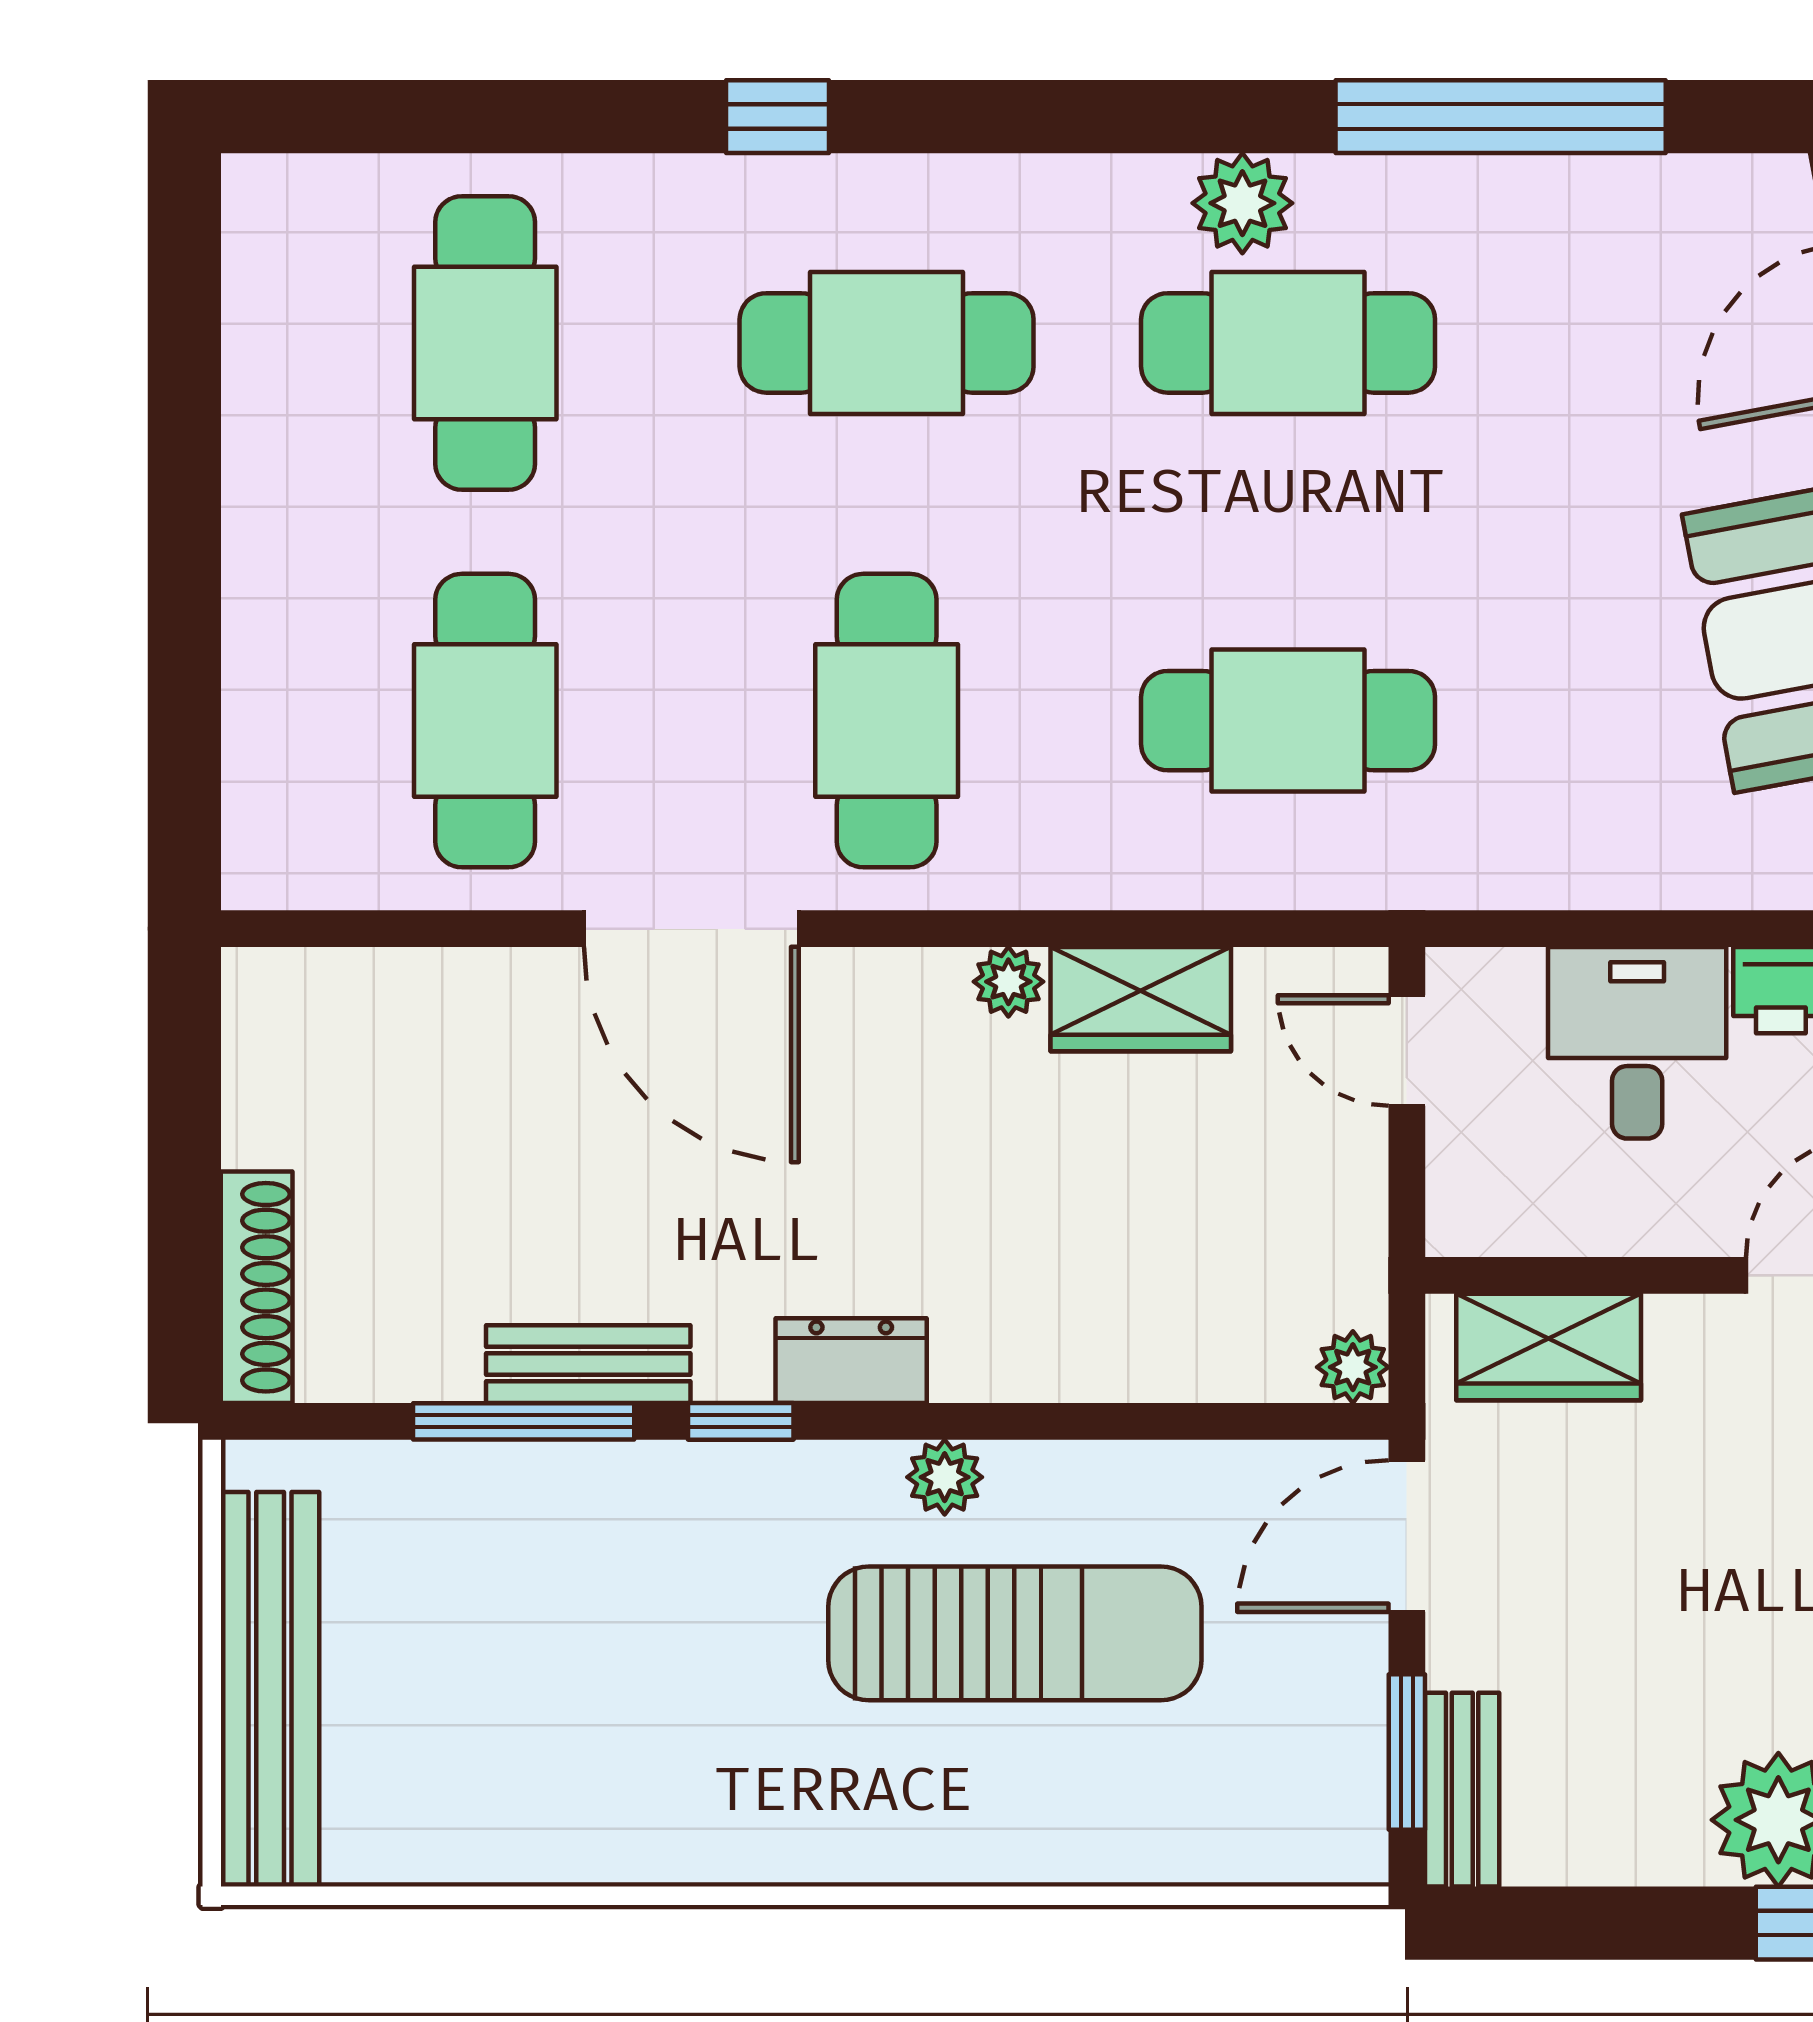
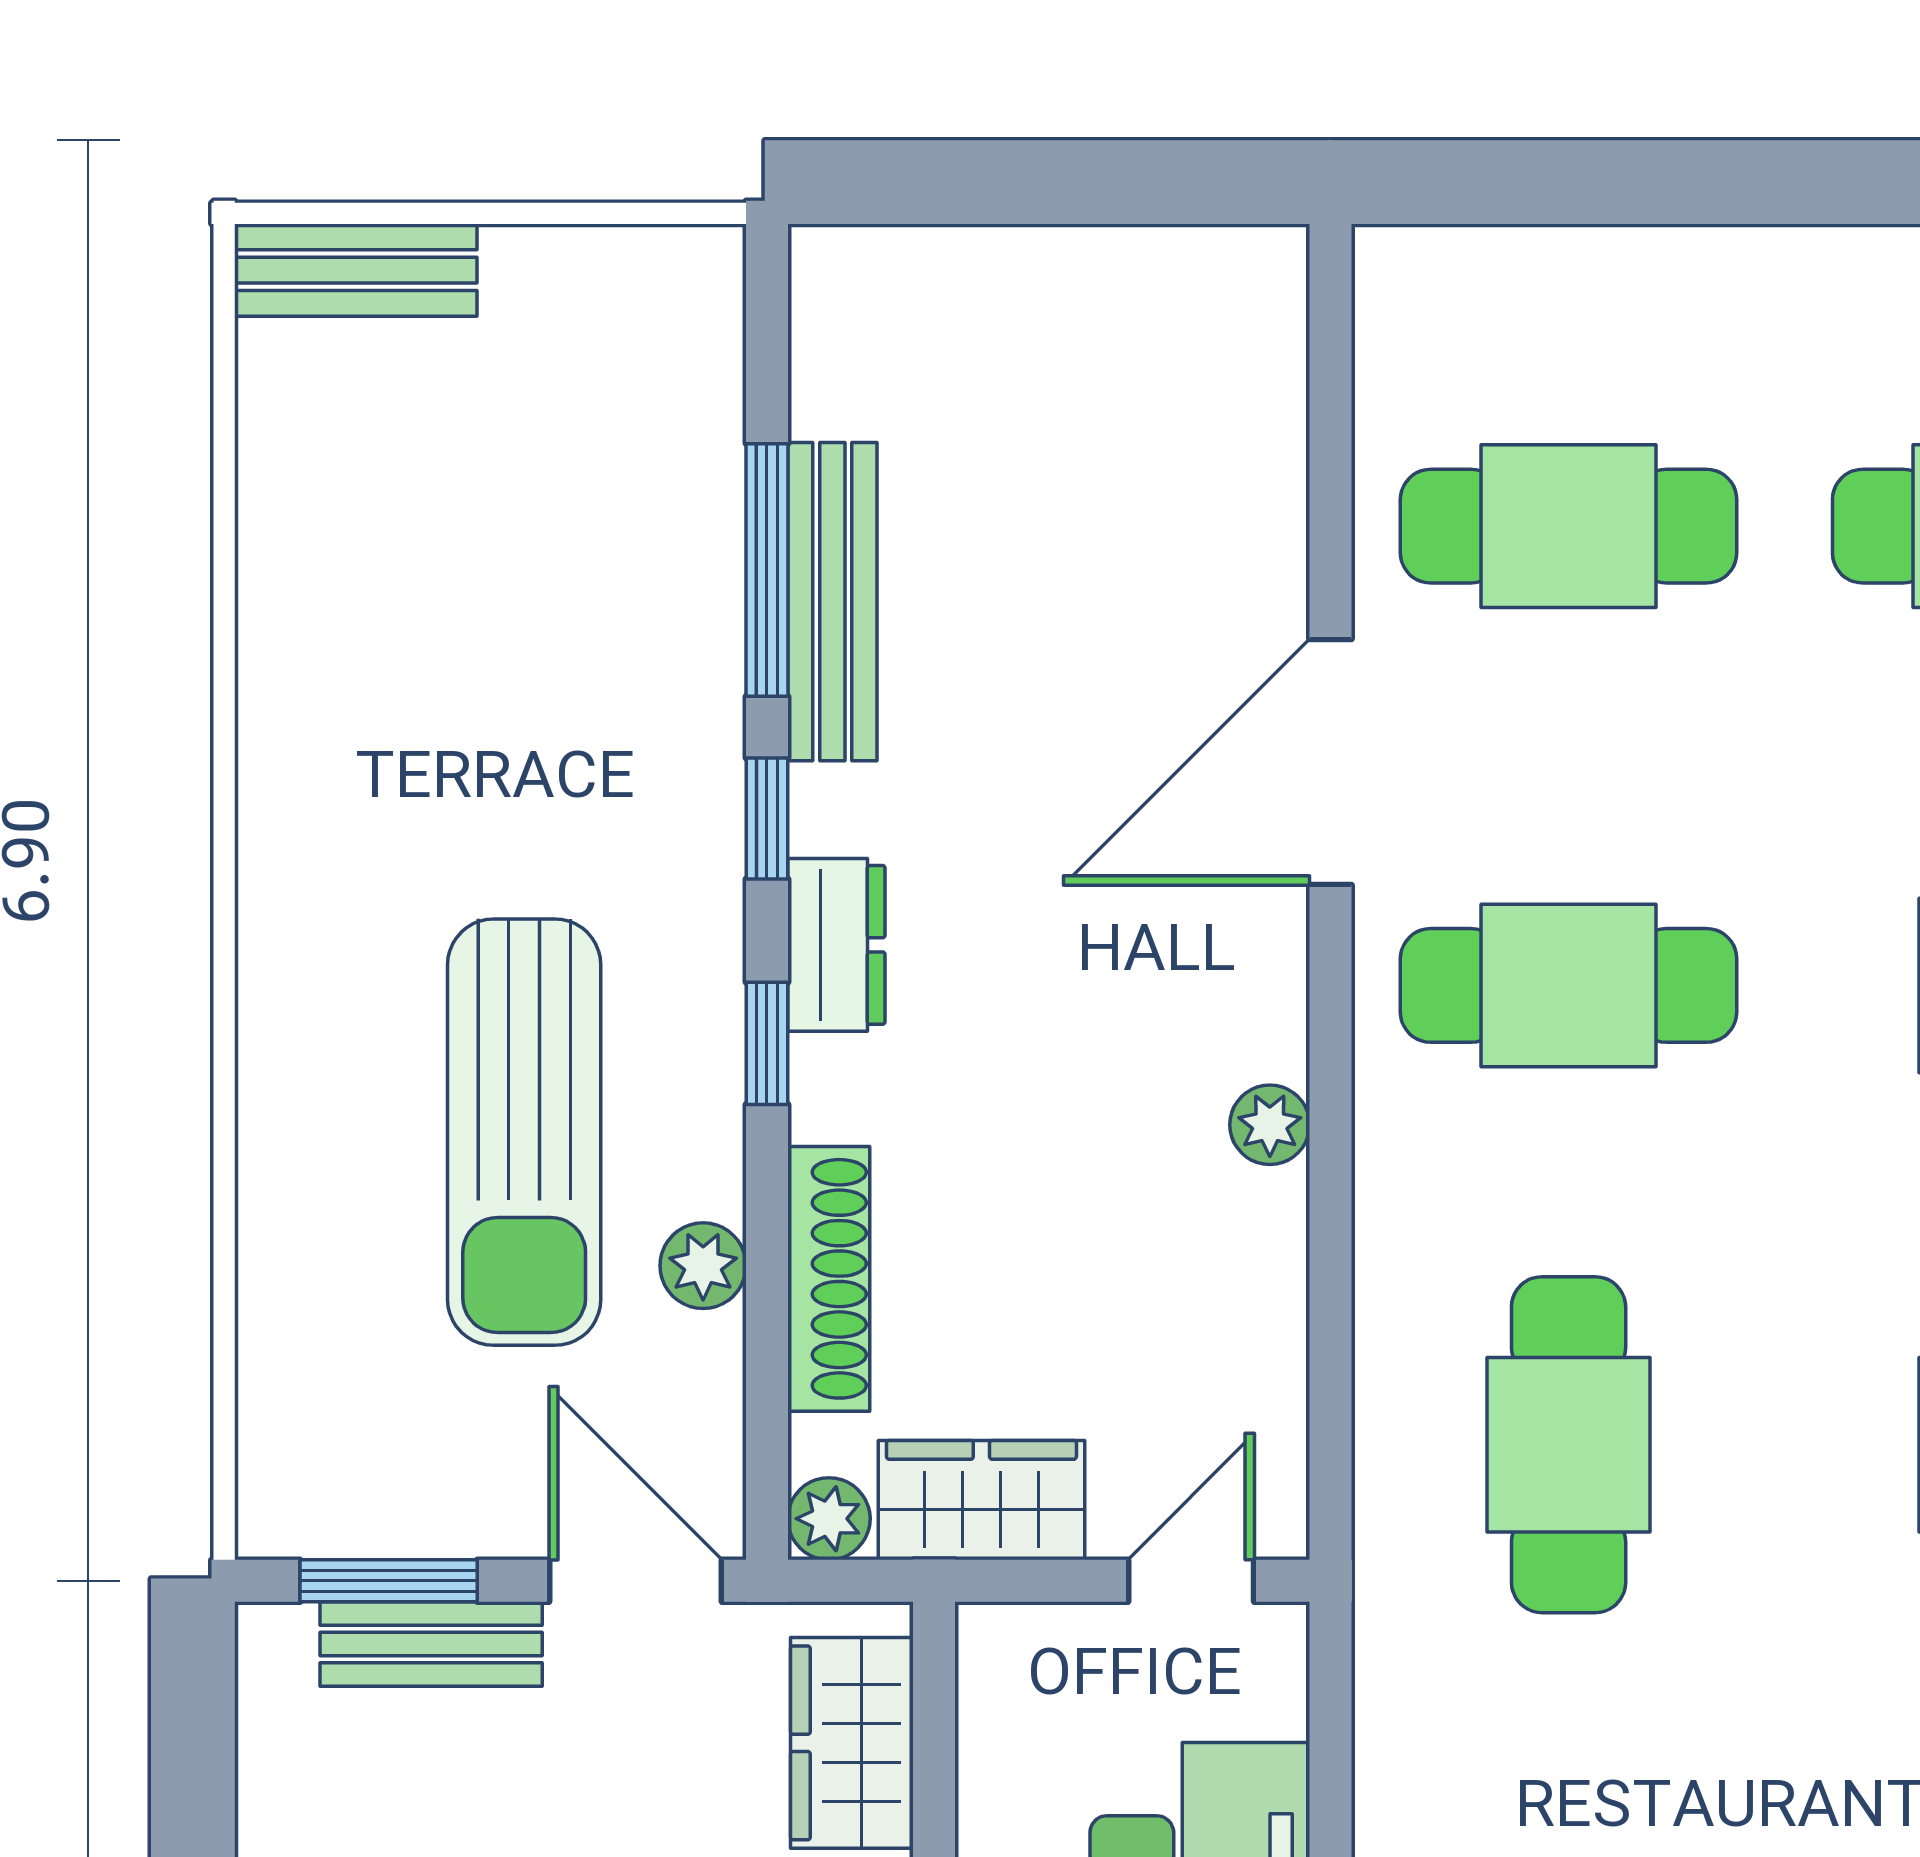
wardrobe: (1141, 999) -> (981, 1500), moved, turned 90
shoe rack: (257, 1287) -> (829, 1279), moved, turned -90
bench: (588, 1364) -> (832, 602), width x1.36
window: (937, 1421) -> (767, 1043), added
plant: (945, 1477) -> (703, 1266), moved
bench: (270, 1689) -> (356, 270), width x0.54, depth x0.82
bench: (1462, 1790) -> (431, 1644), moved

